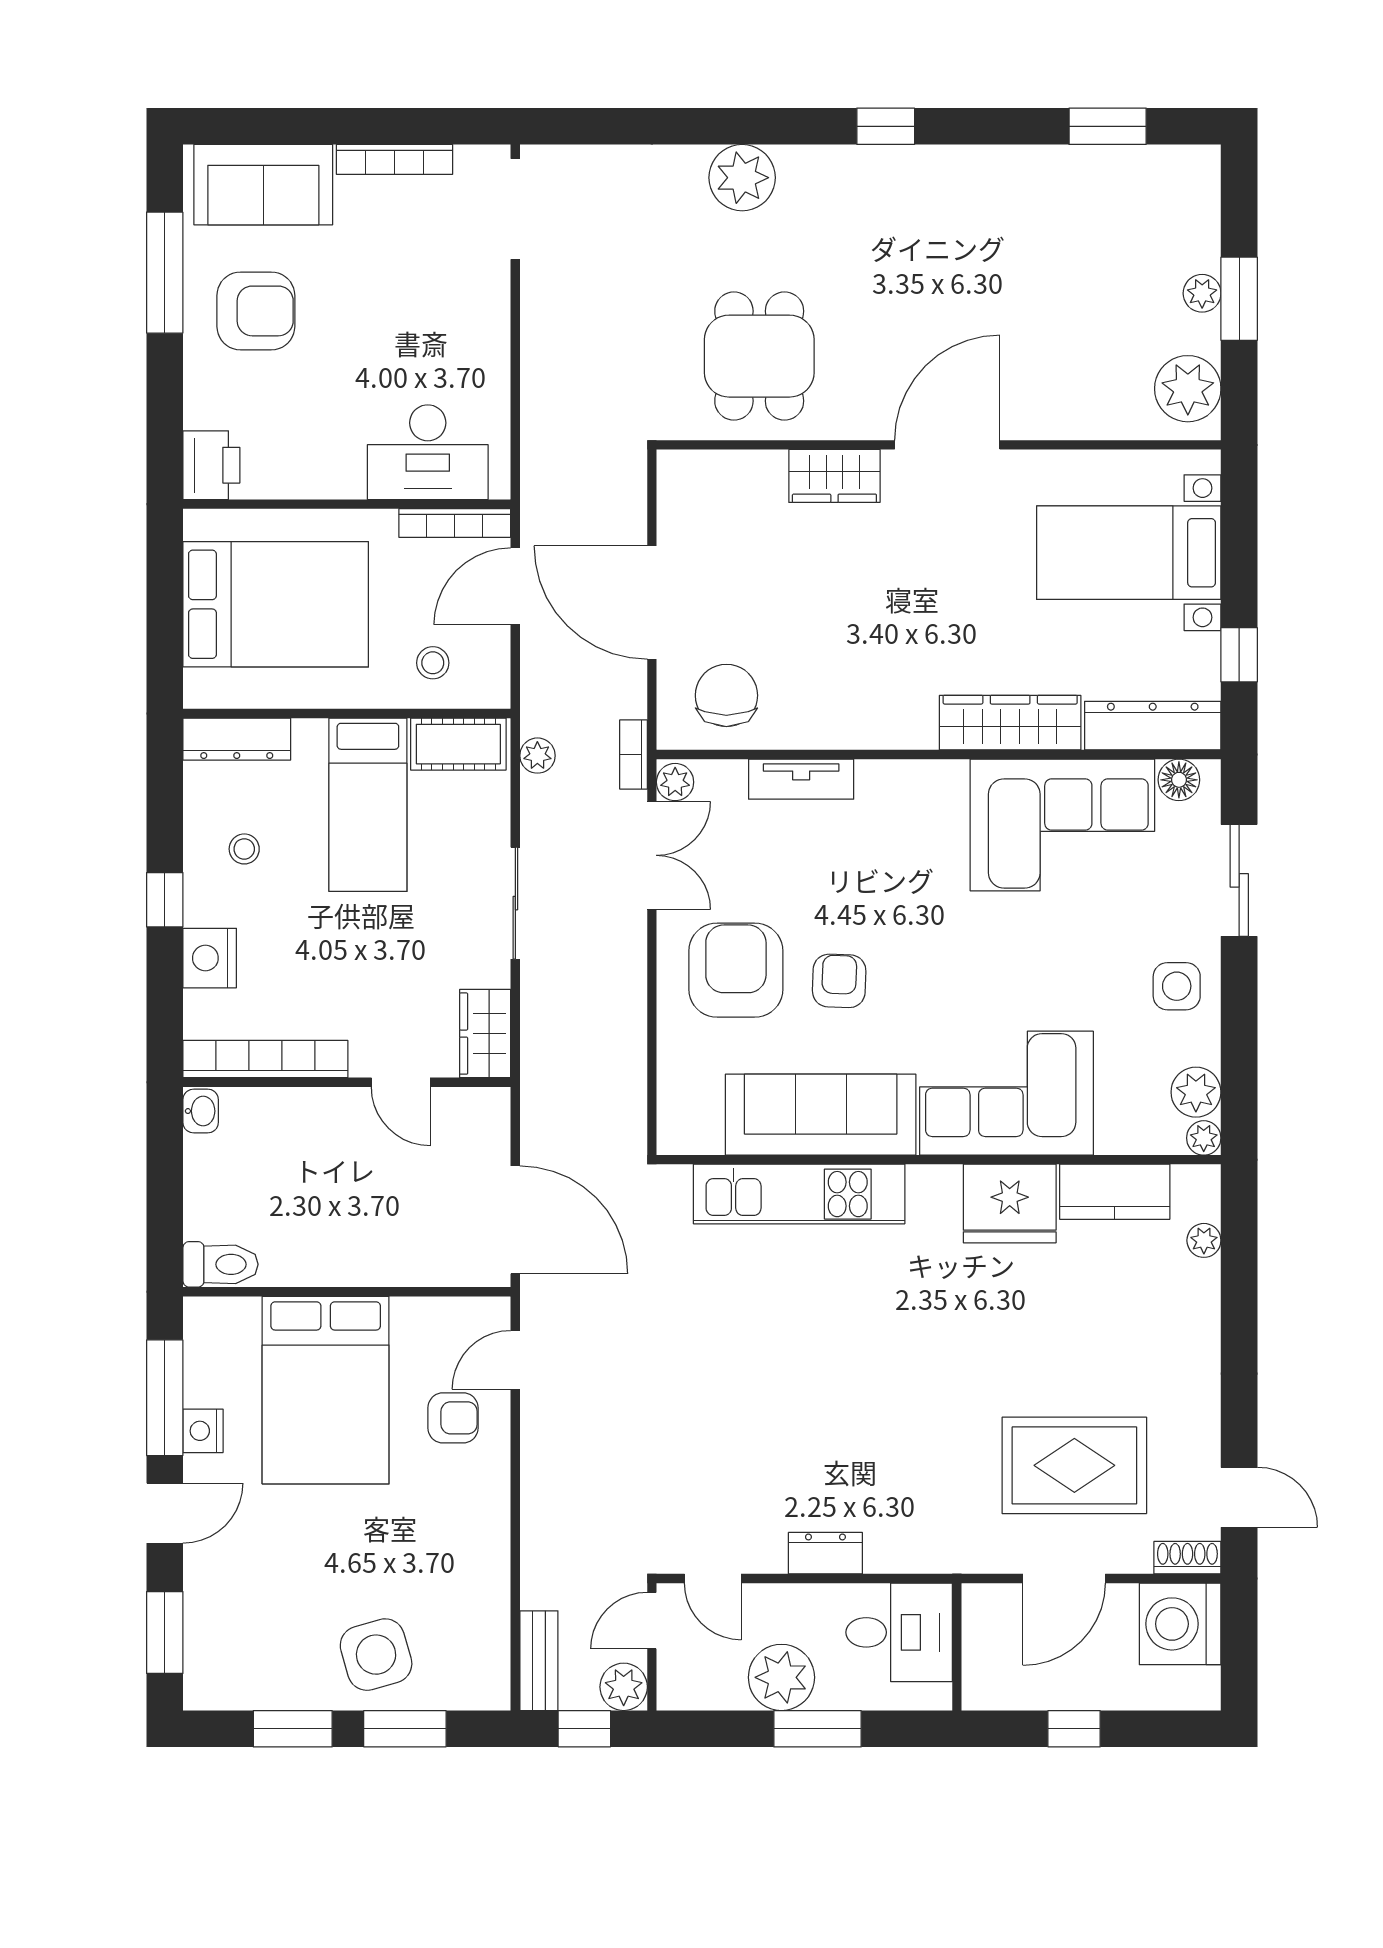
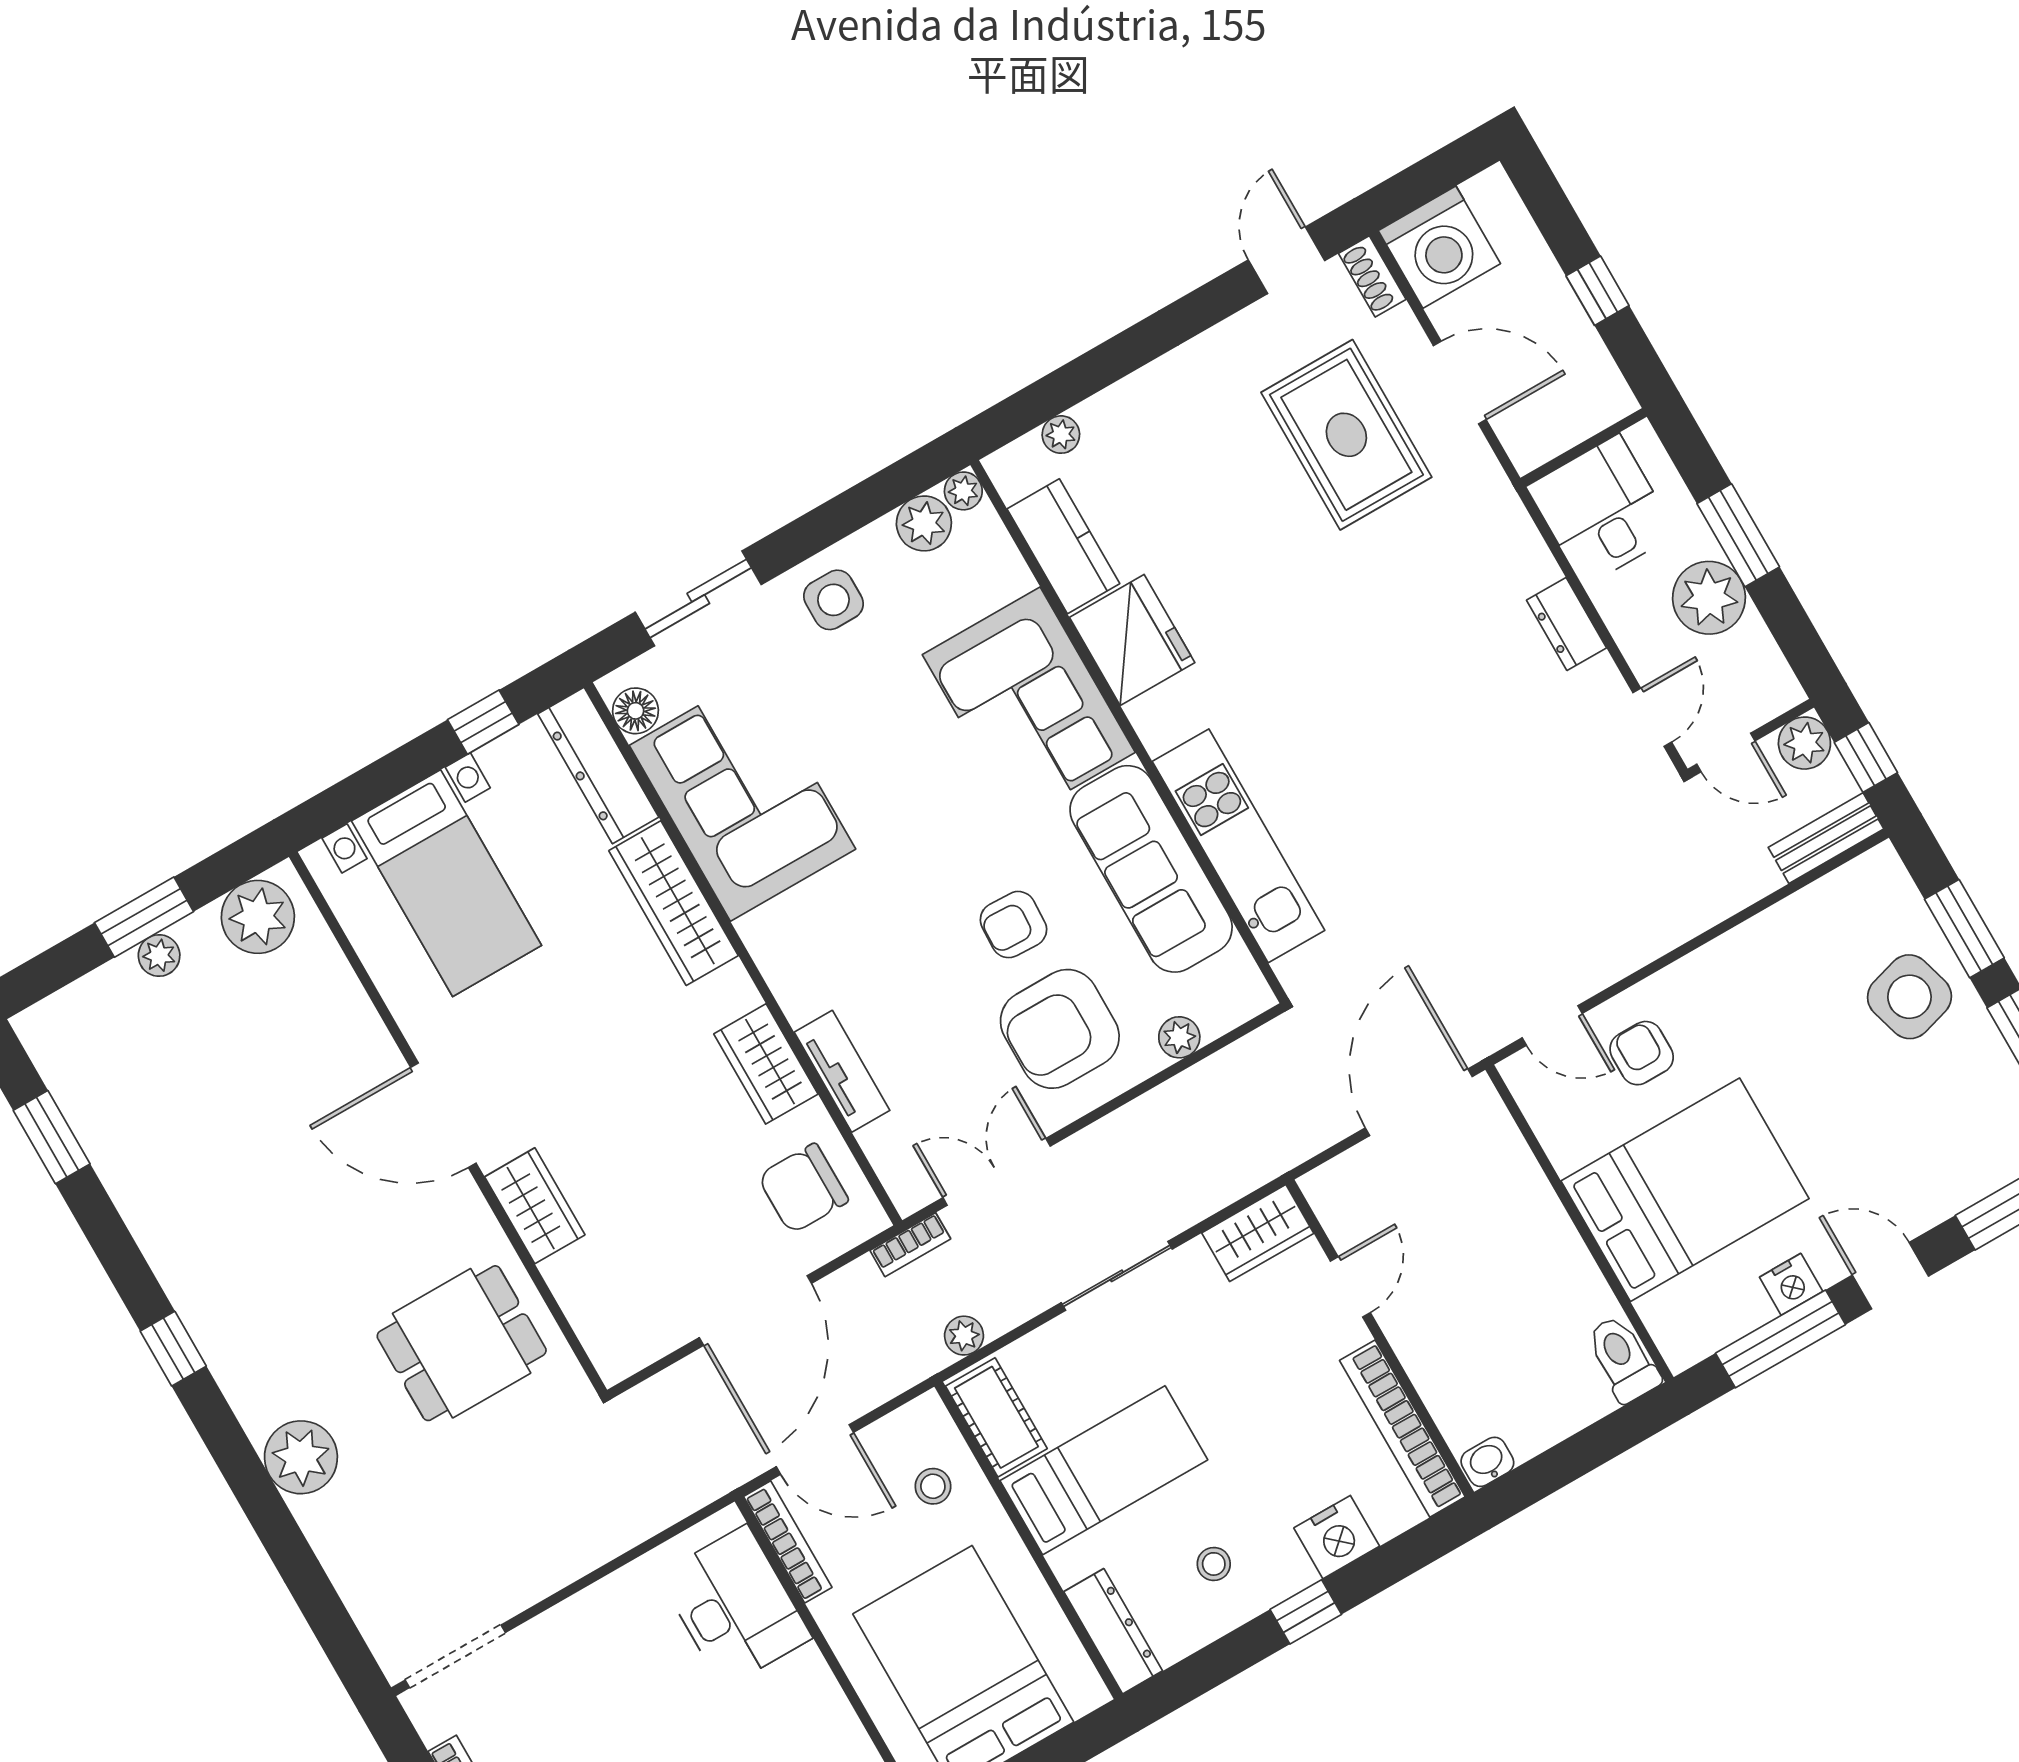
wardrobe: (842, 722) -> (766, 1064), added
plant: (675, 782) -> (1179, 1037), moved

